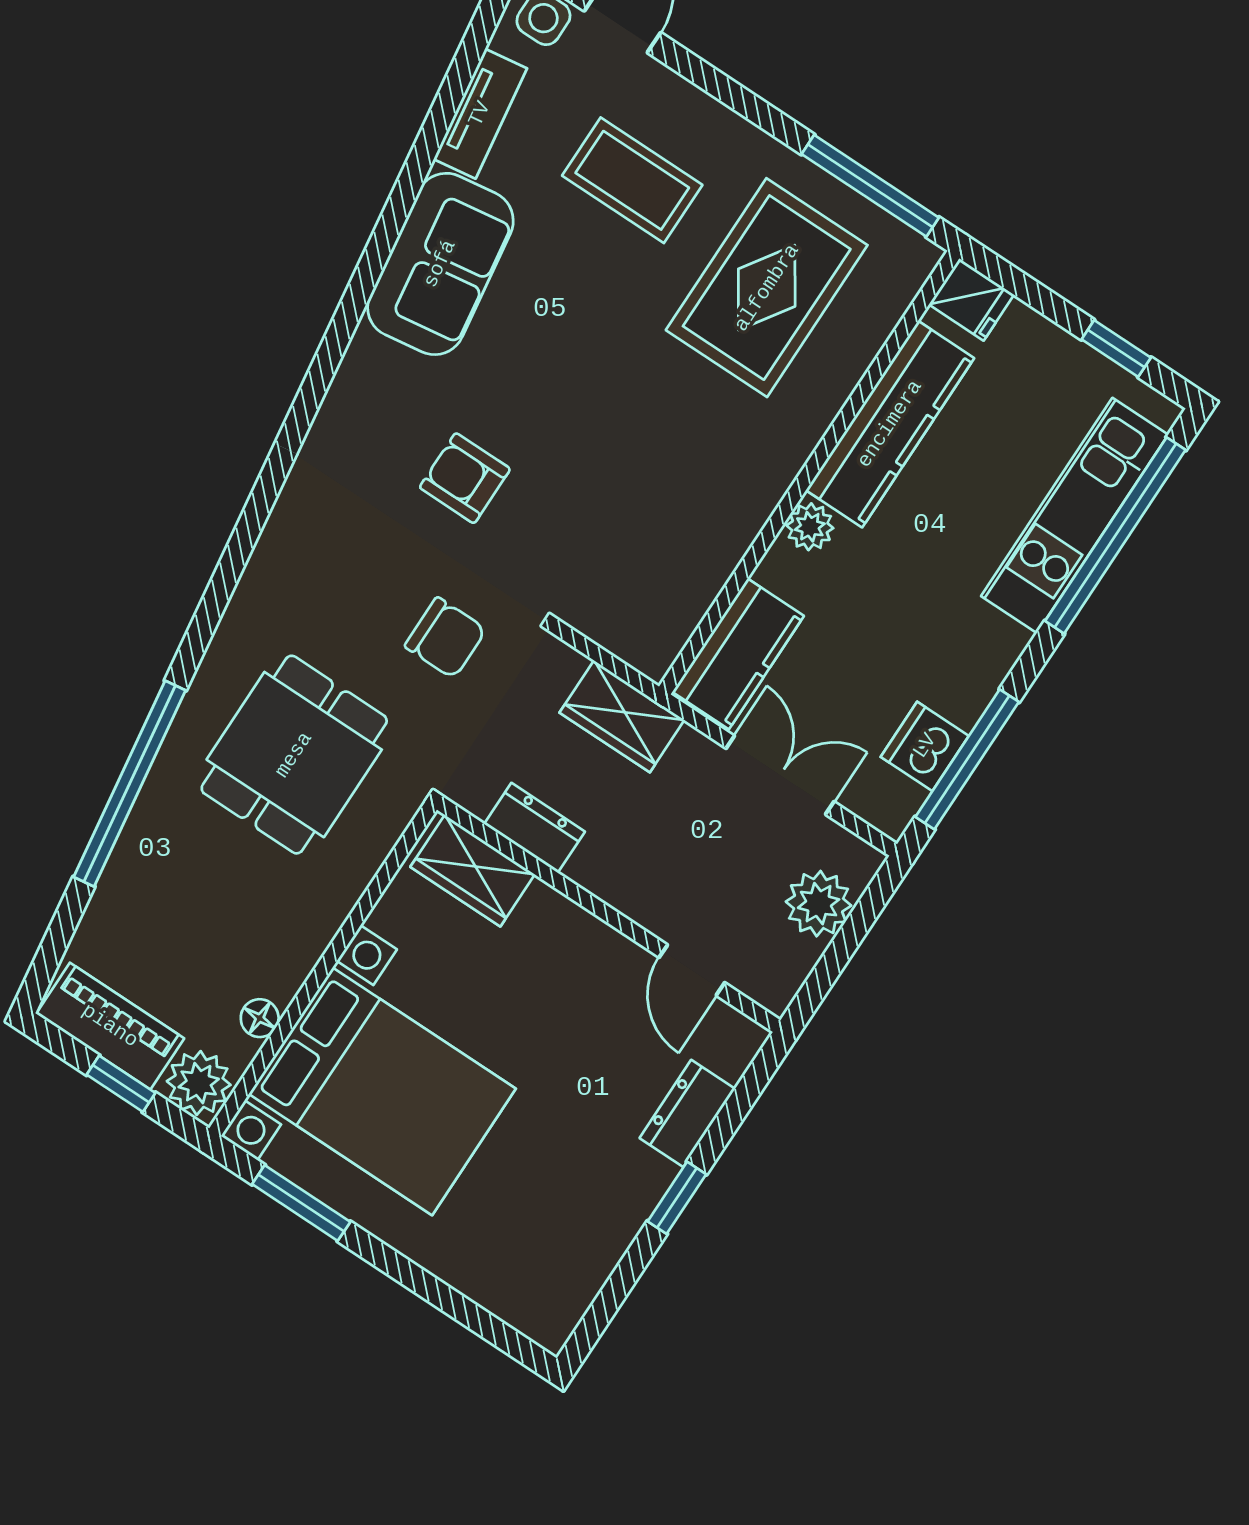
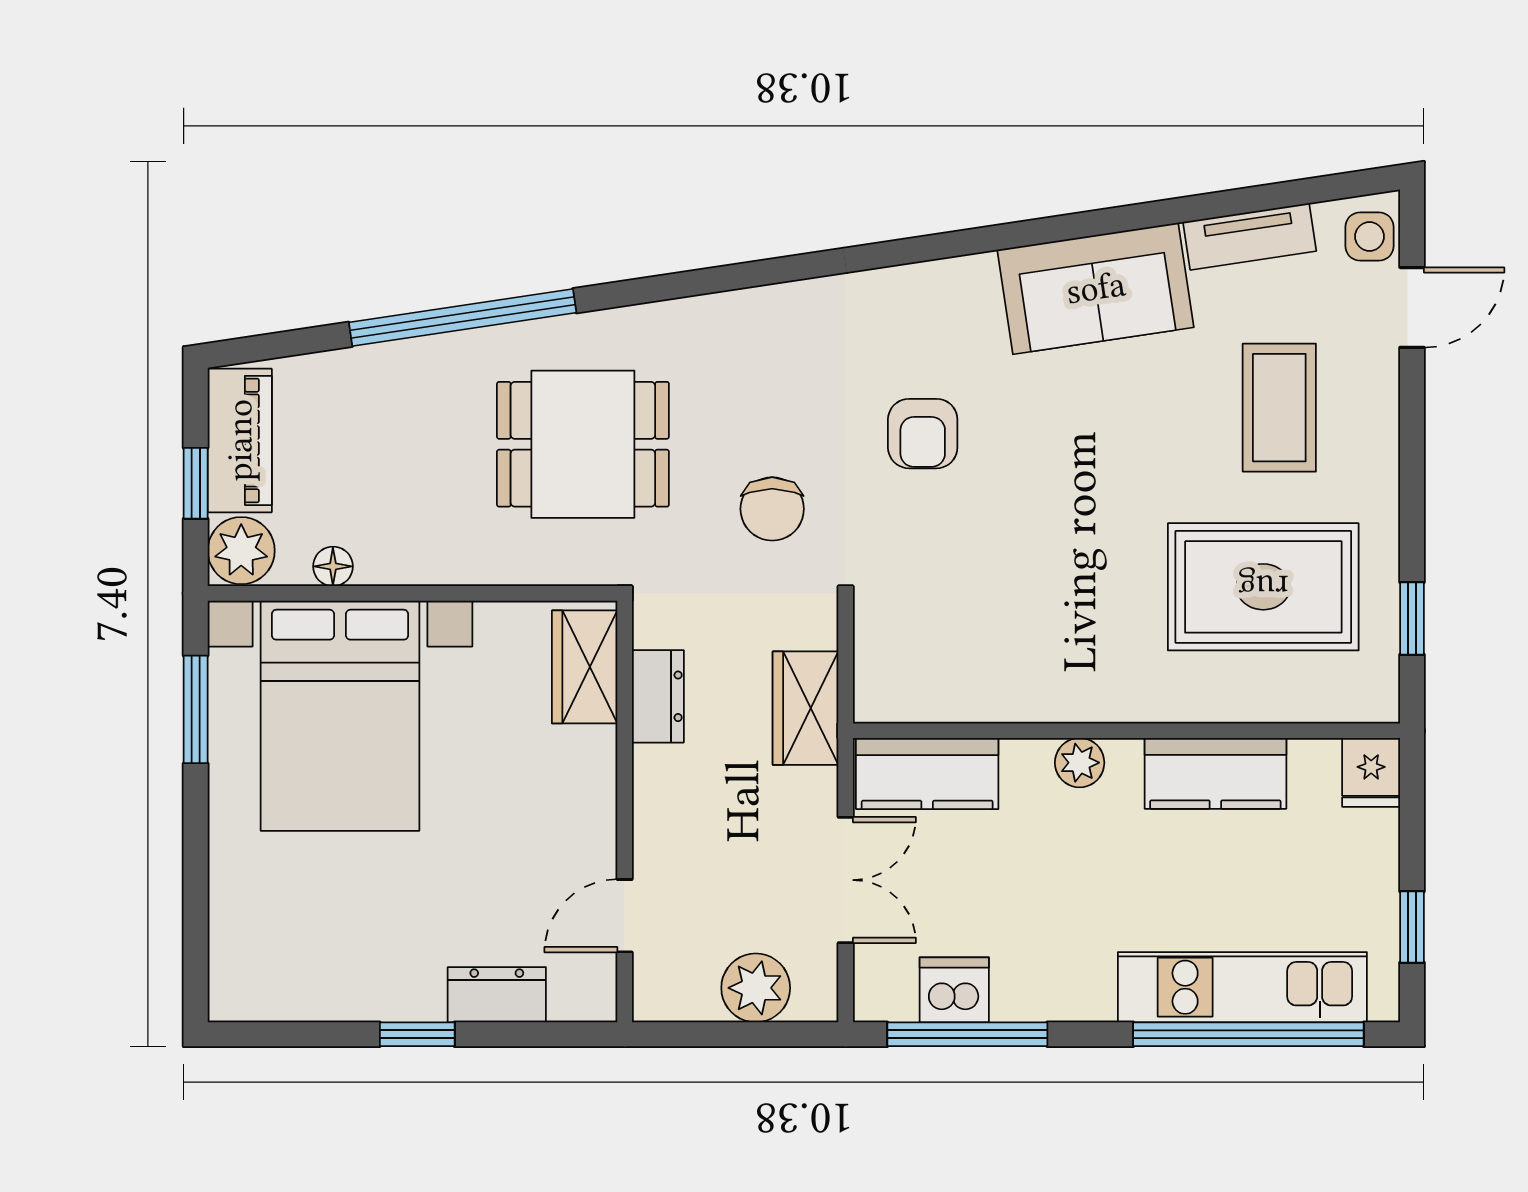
window: (870, 186) -> (1412, 618), width x0.46
kitchen counter: (890, 424) -> (1215, 773), width x0.67
armchair: (465, 478) -> (923, 434), turned 180

